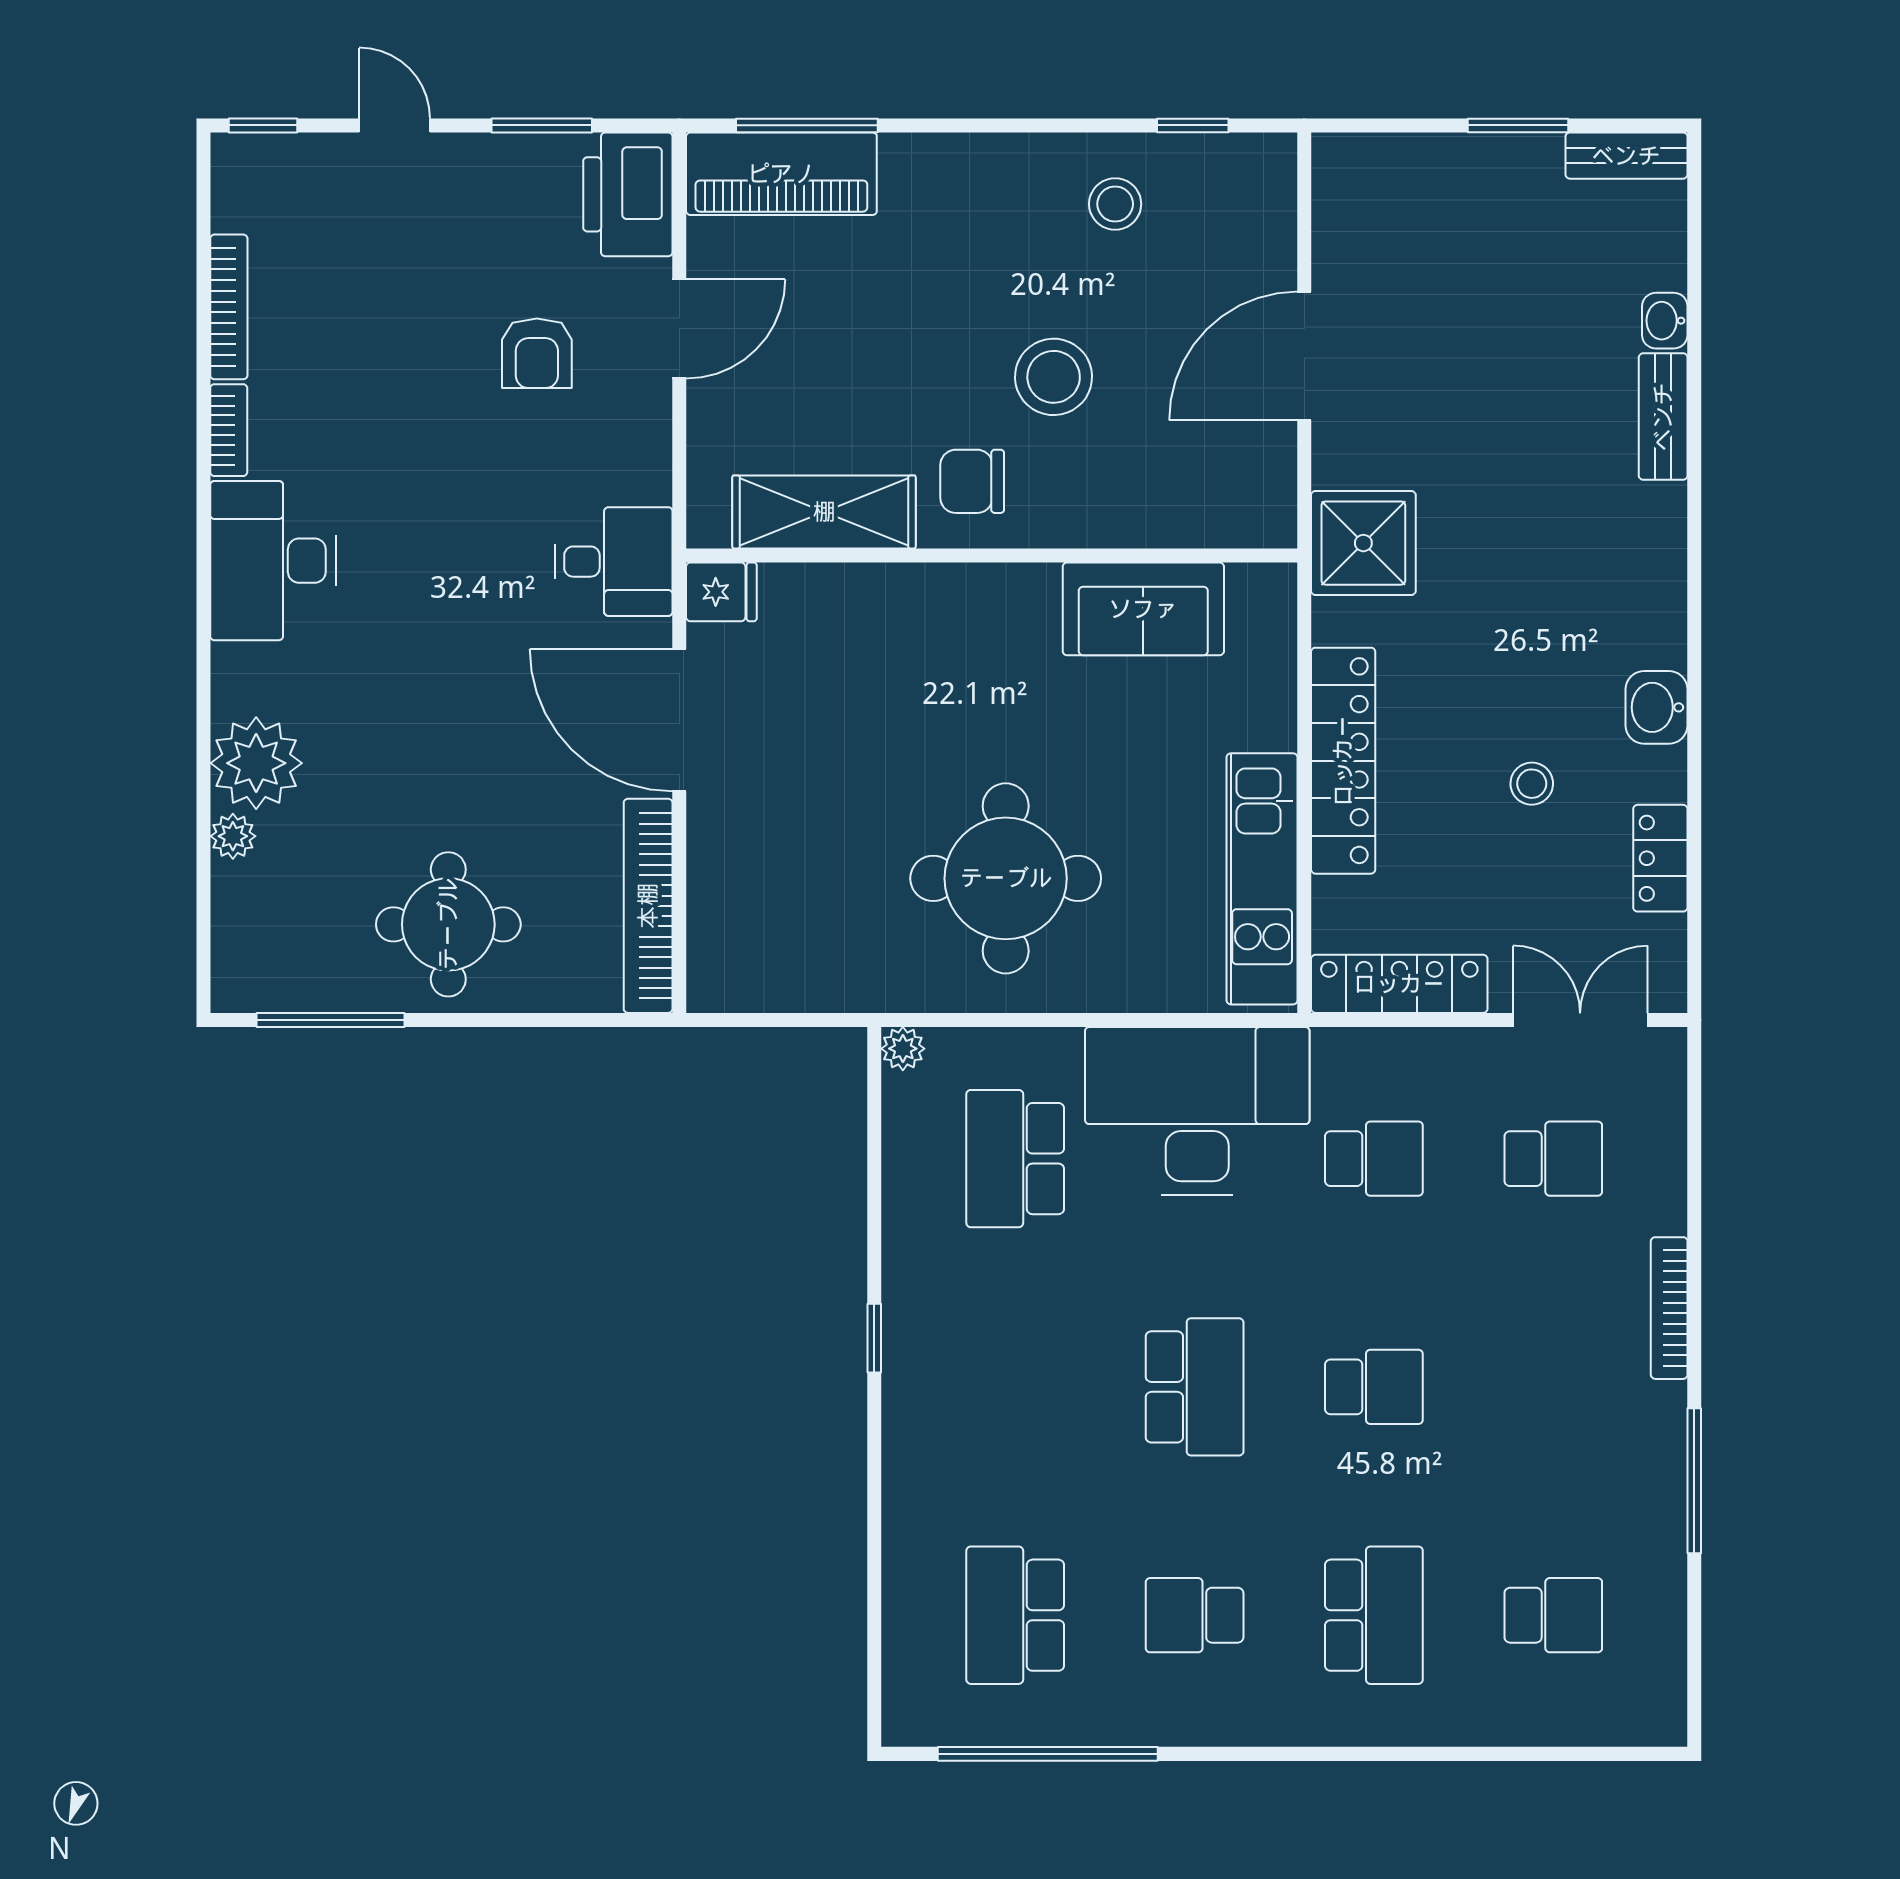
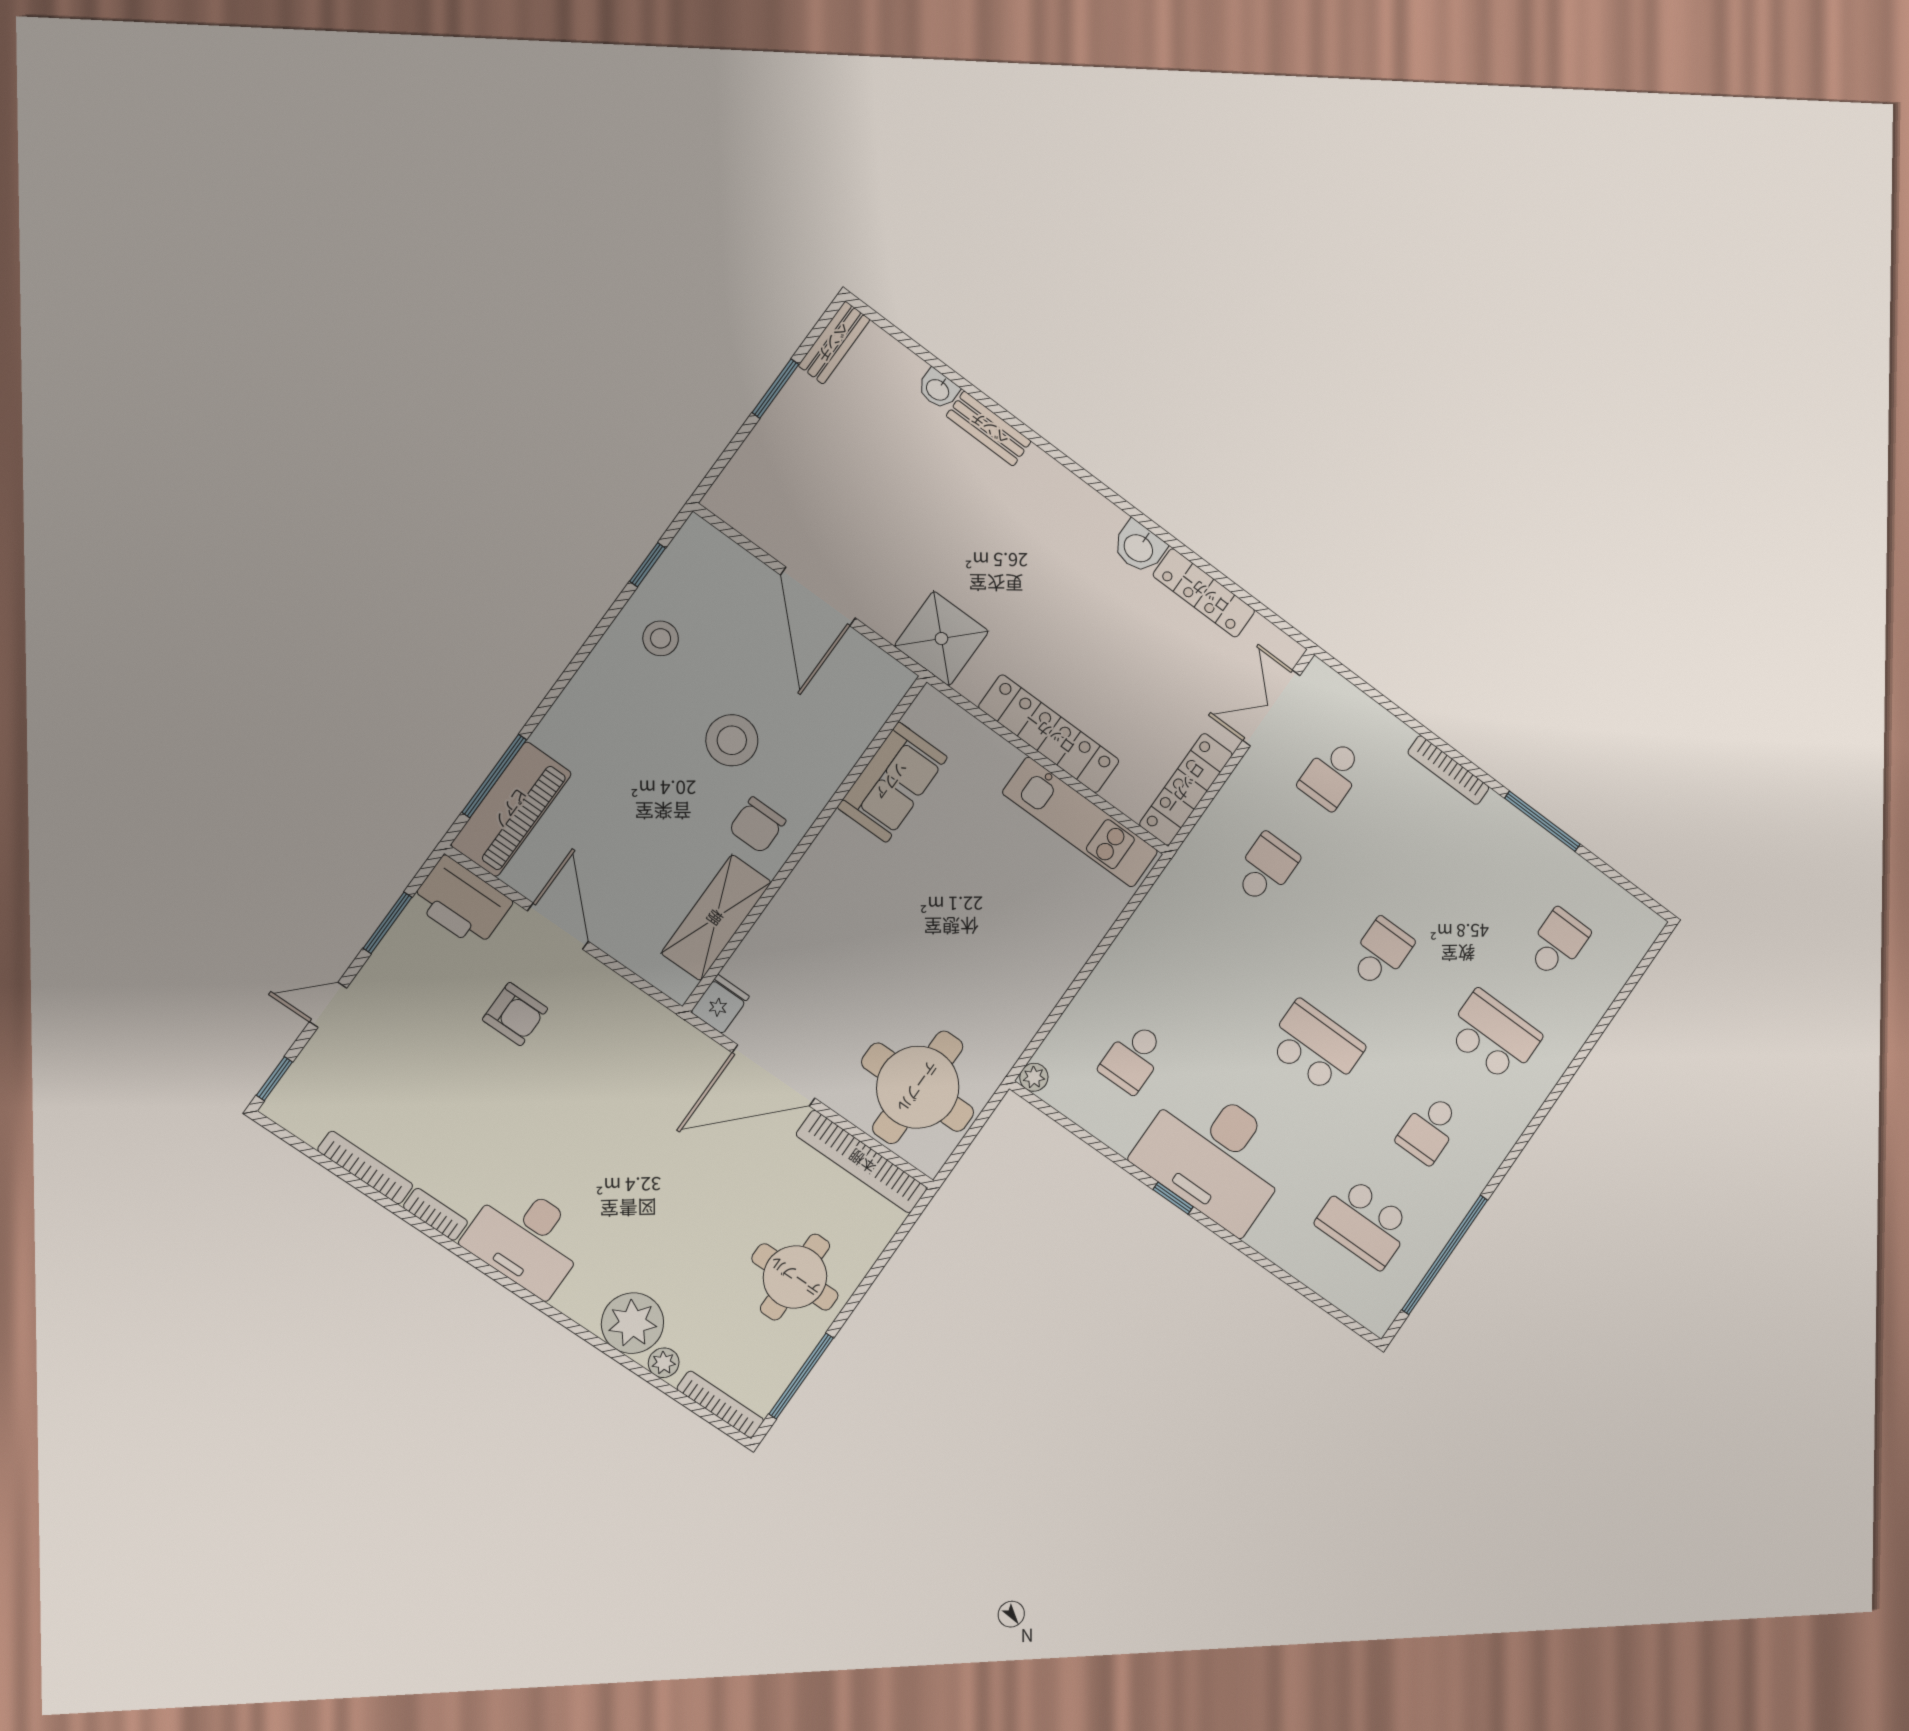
desk: (614, 562) -> (661, 1051), removed
stool: (1532, 784) -> (1132, 643), removed
locker: (1660, 858) -> (1204, 593), width x1.53
round table: (1006, 878) -> (918, 1087), moved
bookcase: (228, 944) -> (720, 1404), added
desk: (1197, 1111) -> (1215, 1156), moved, turned -90
school desk: (1015, 1159) -> (1133, 1058), width x0.54
school desk: (1553, 1159) -> (1332, 774), turned 180

